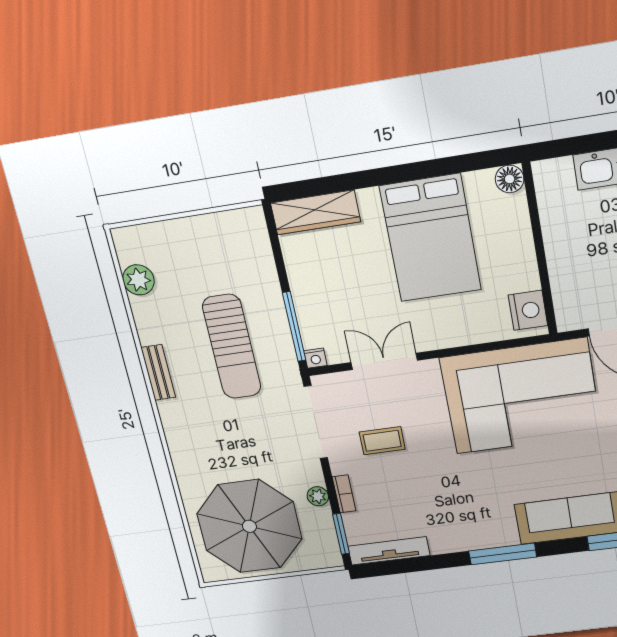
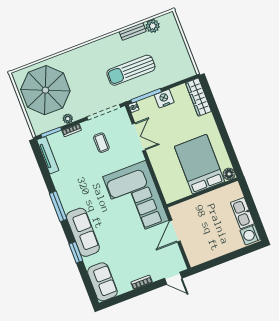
bed: (431, 238) -> (200, 164), moved, turned 90
nightstand: (528, 310) -> (164, 99), moved, turned 180
bench: (158, 372) -> (133, 31), moved

